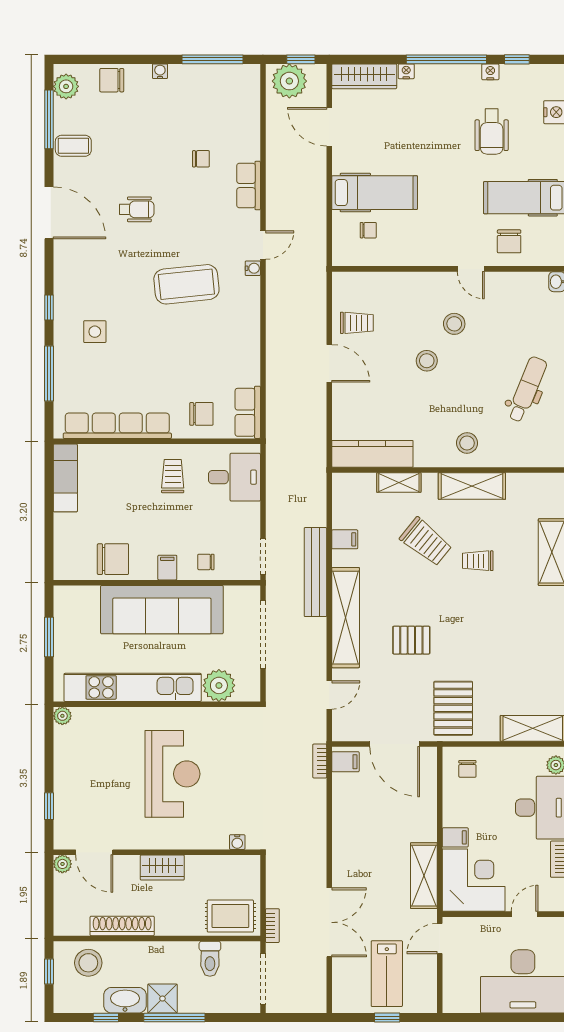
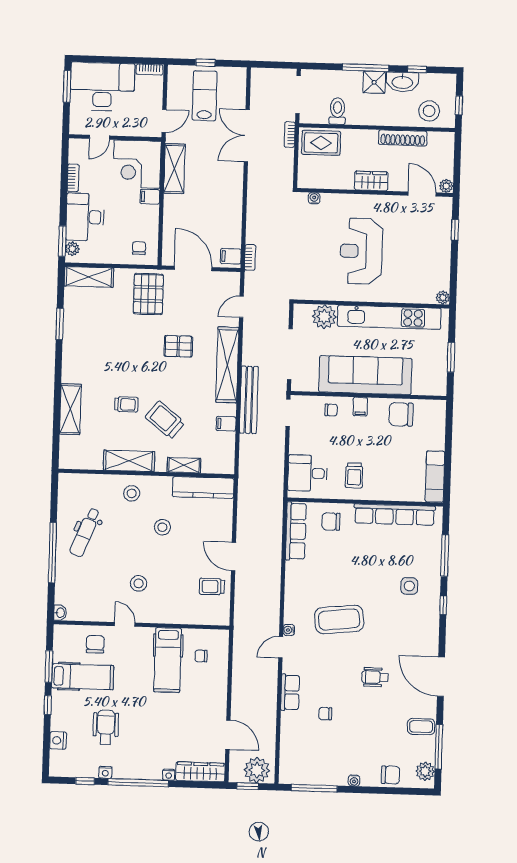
hospital bed: (375, 193) -> (168, 660), moved, turned -90
stool: (427, 361) -> (162, 527), moved
row of seats: (248, 412) -> (296, 531), width x1.48
bookcase: (461, 1006) -> (149, 70), added

